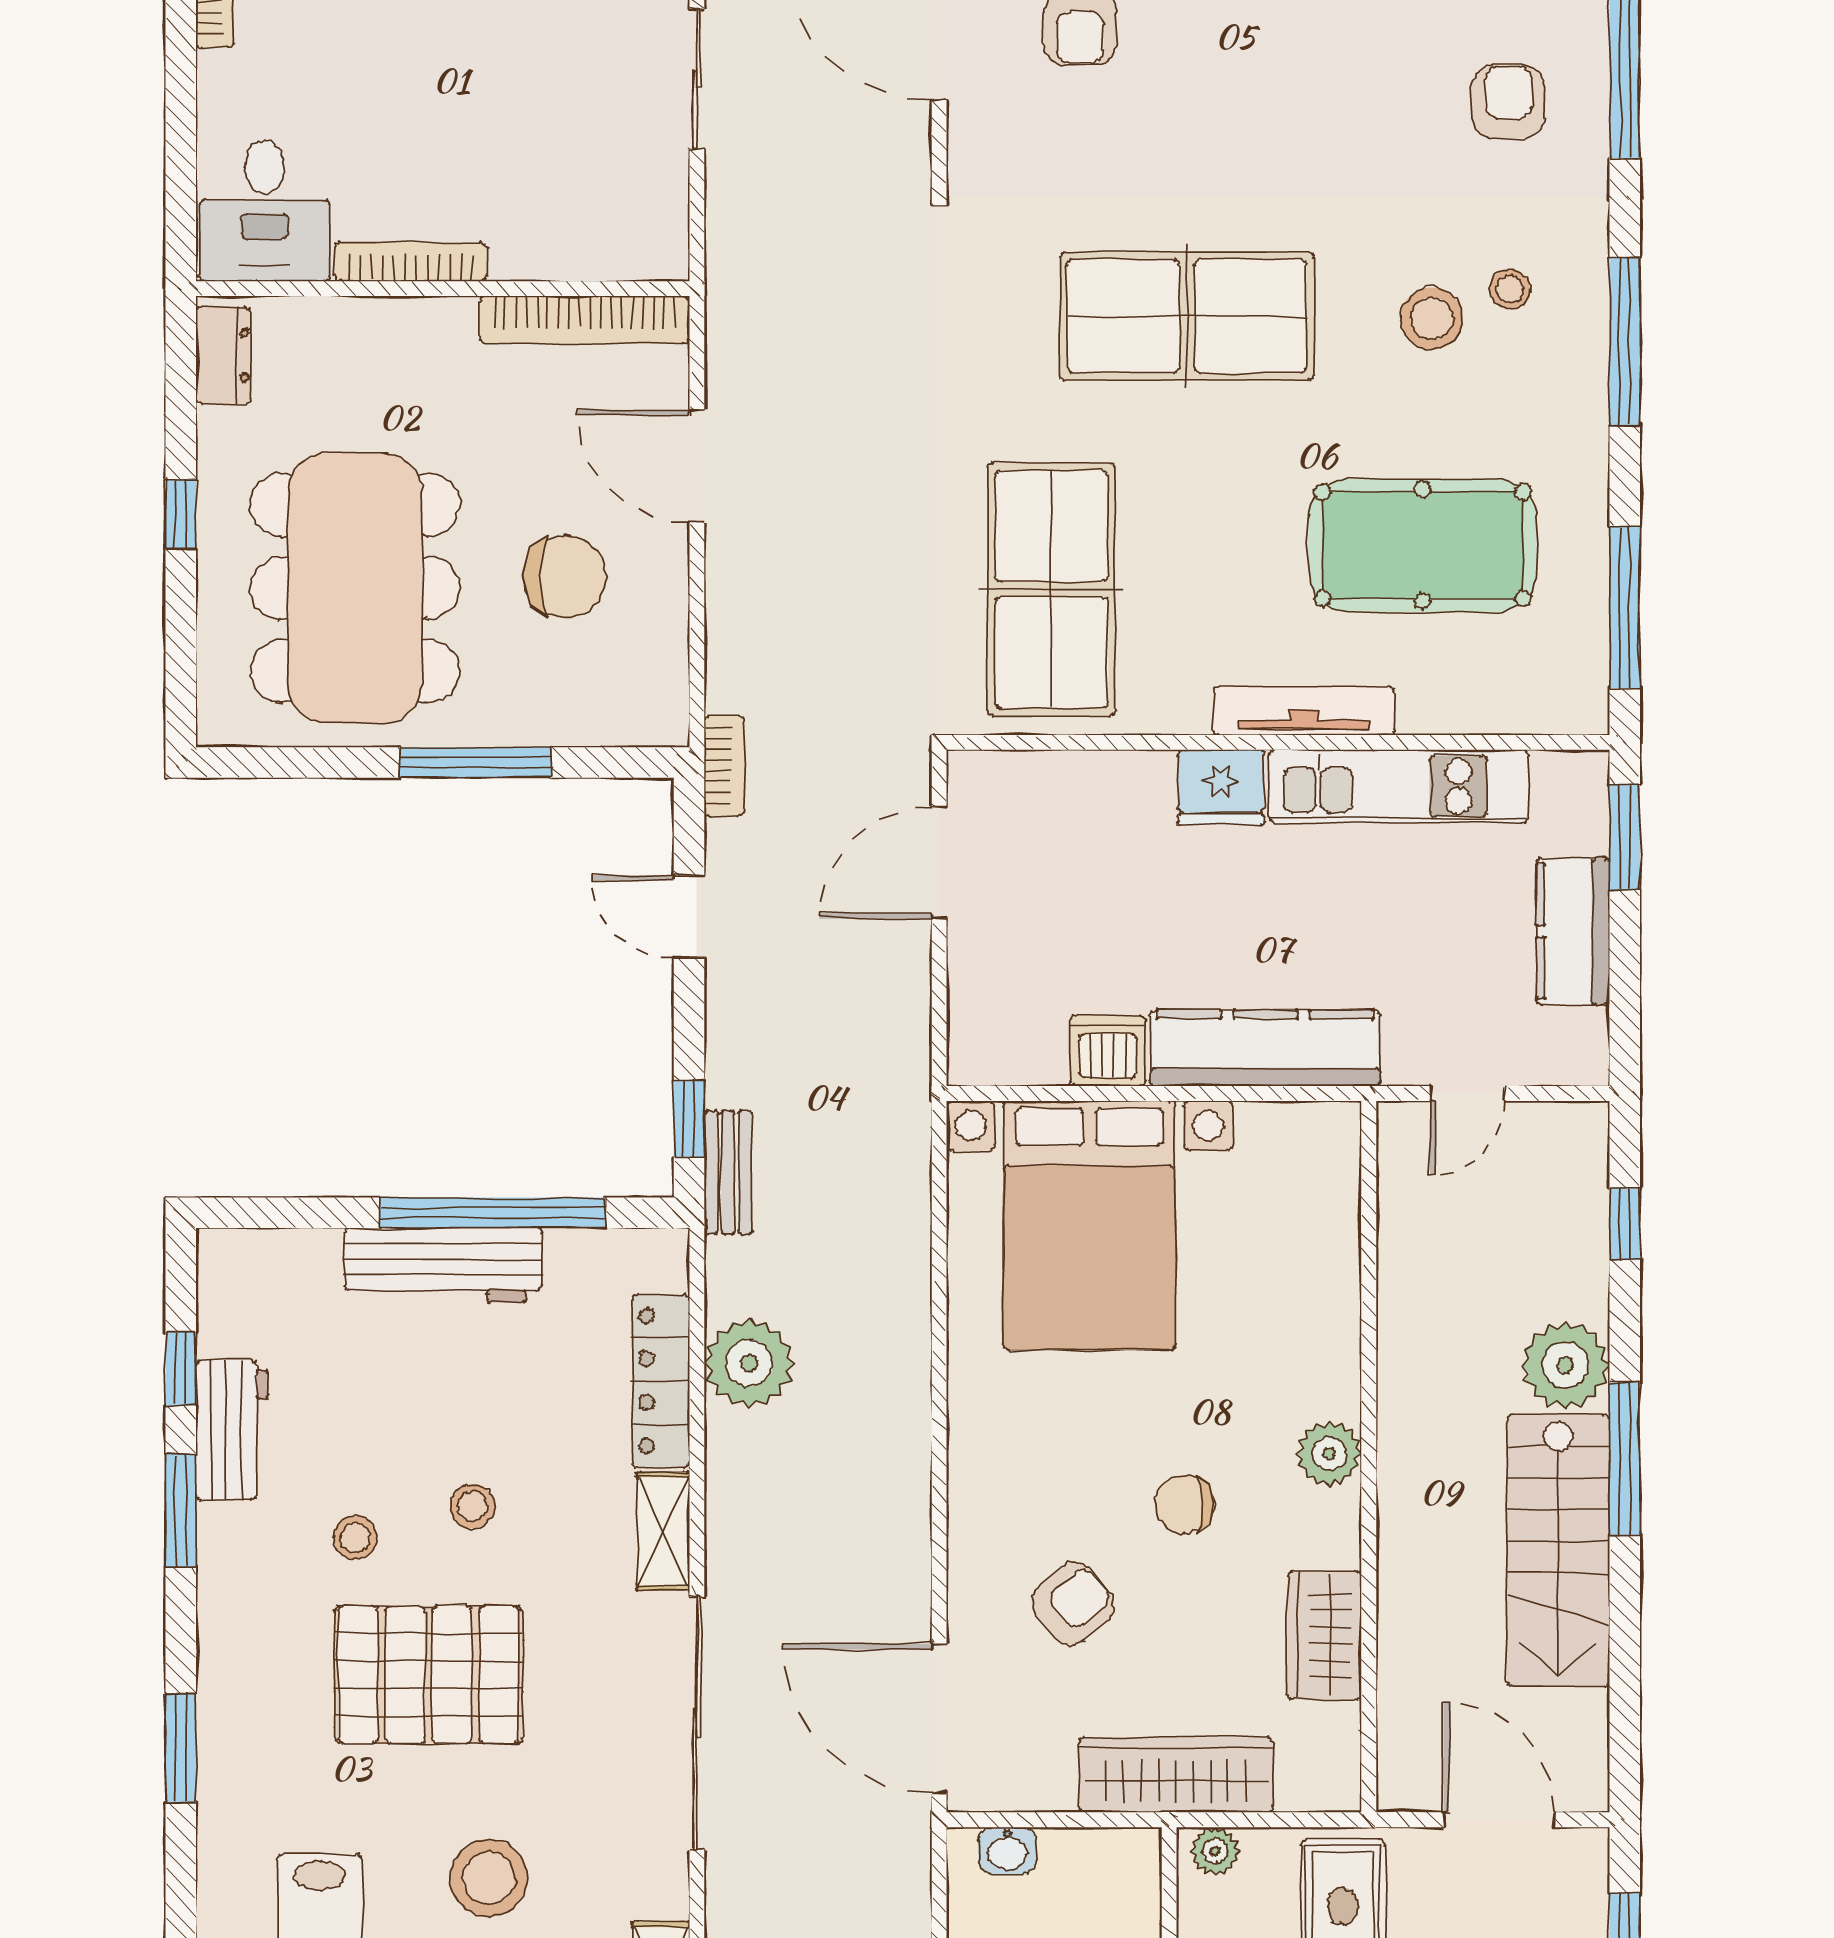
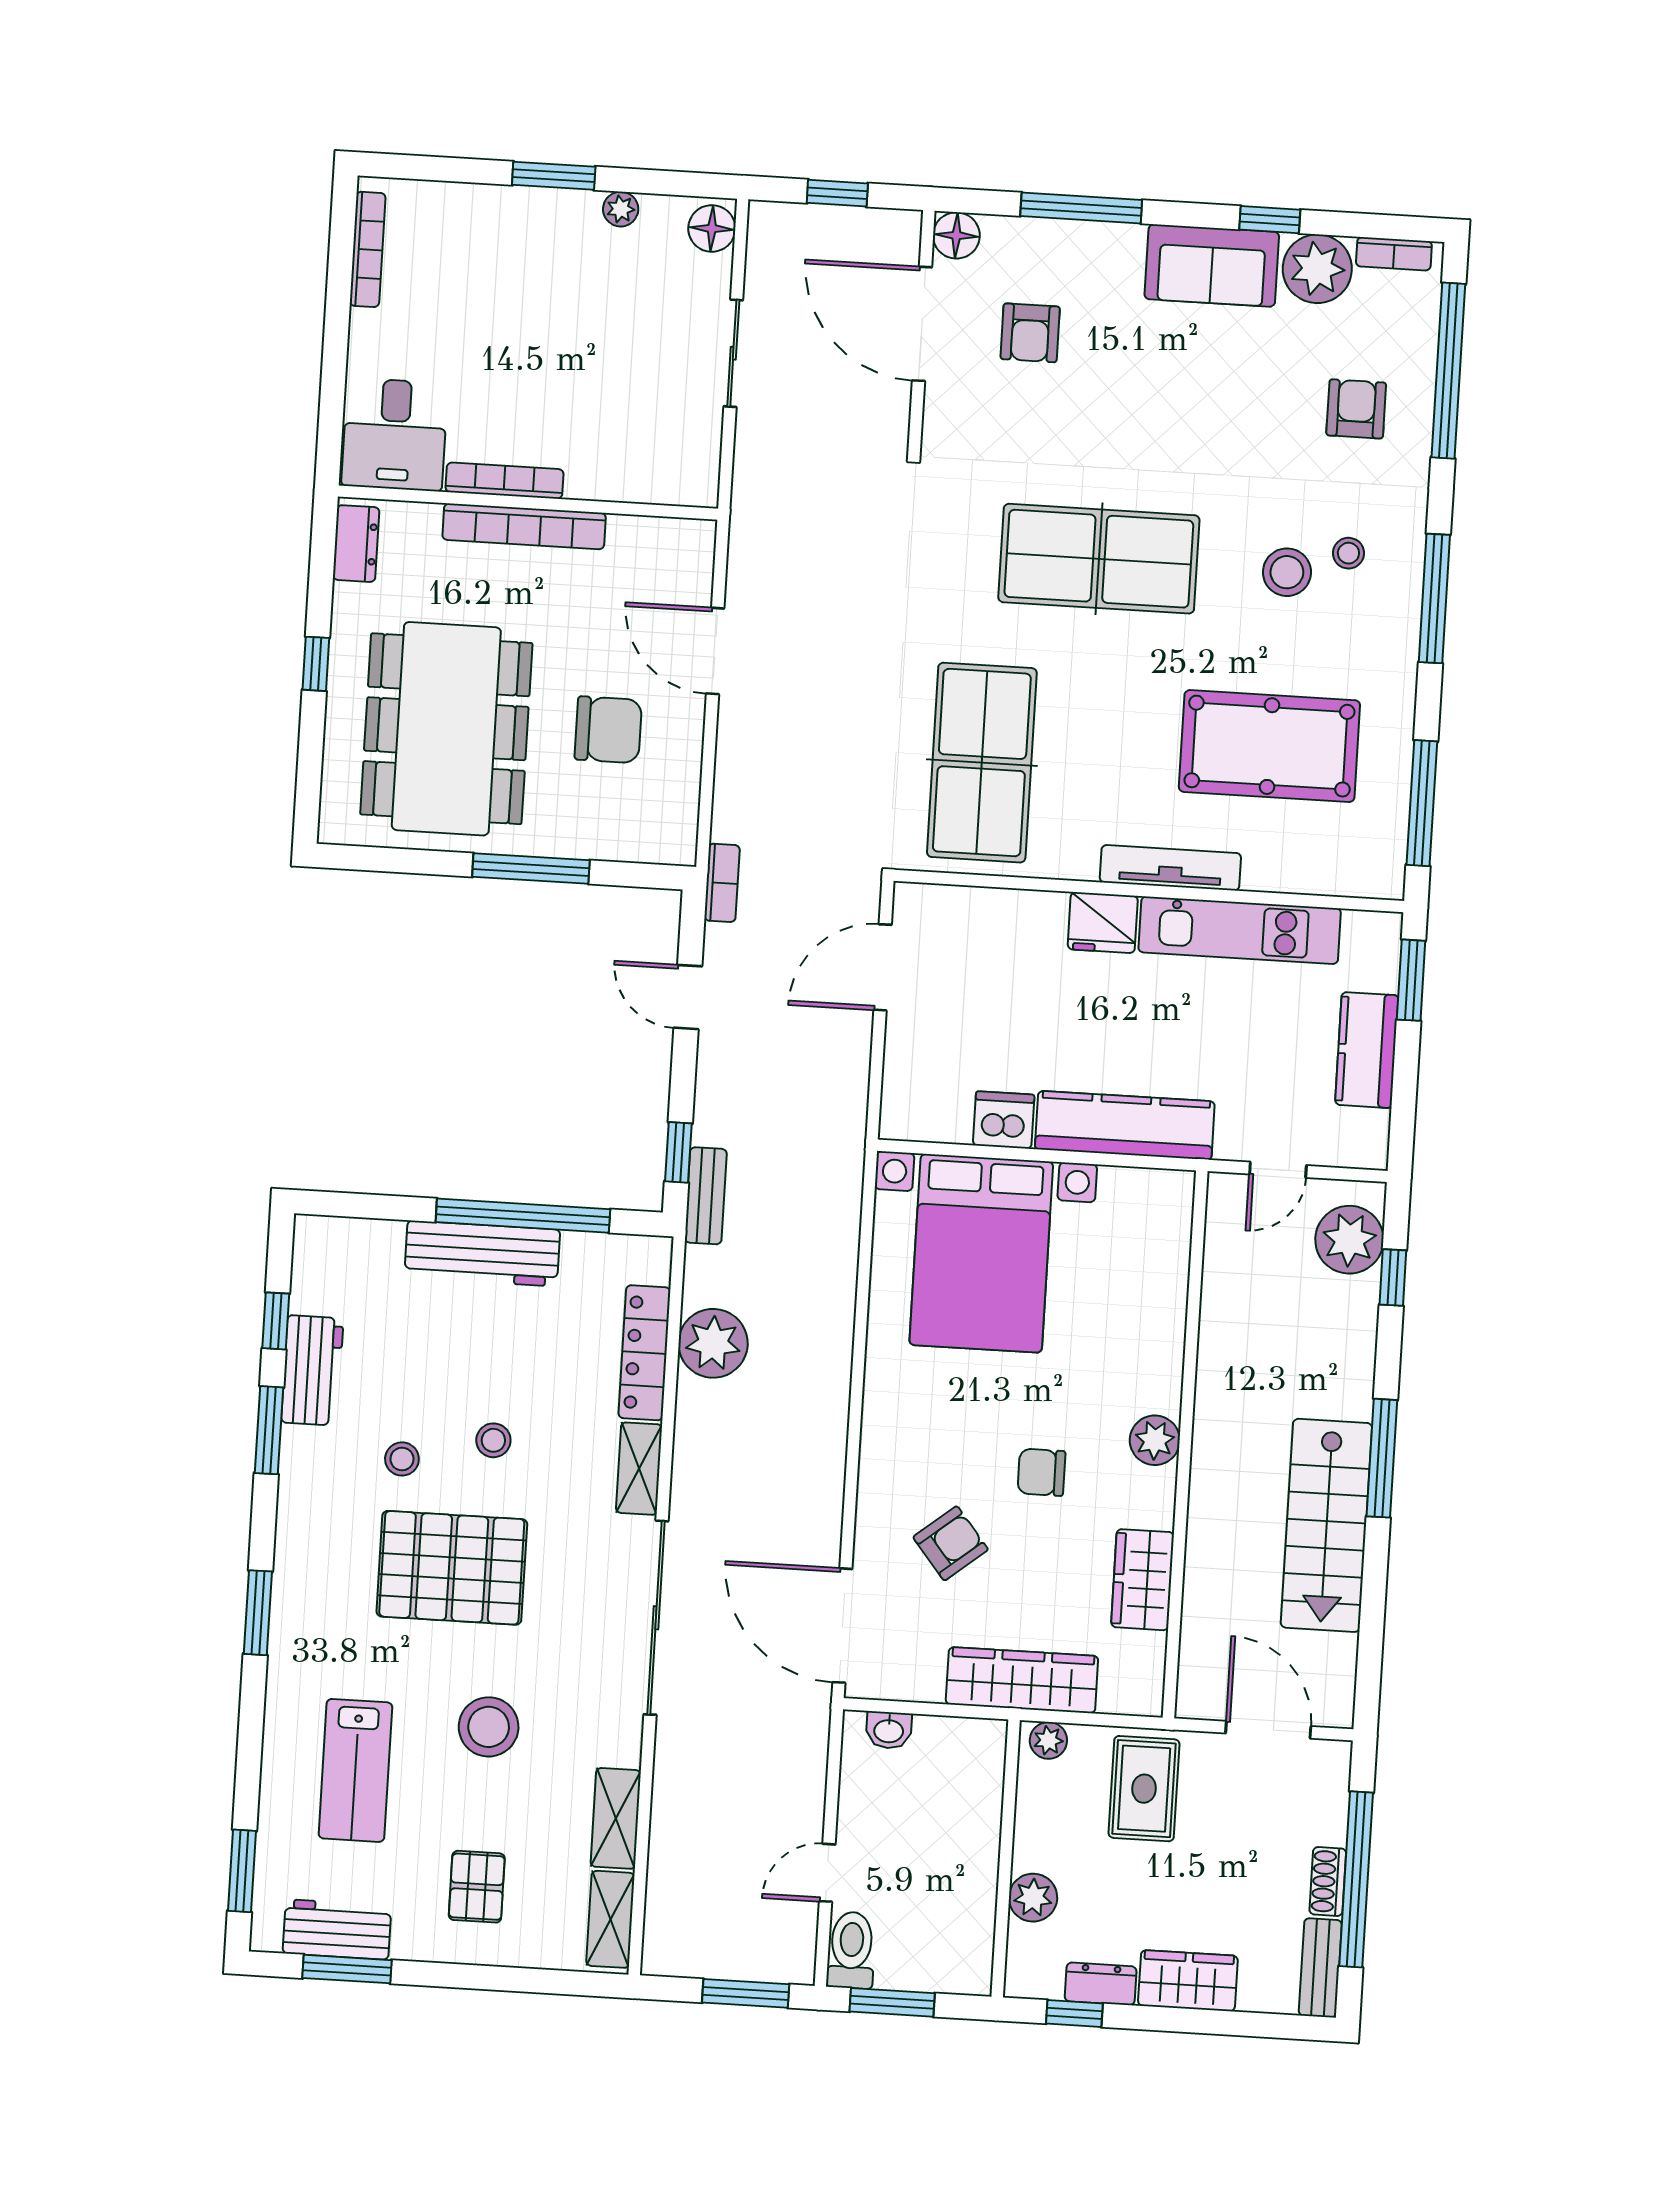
bookcase: (585, 320) -> (524, 526), moved
plant: (1565, 1365) -> (1349, 1240), moved

